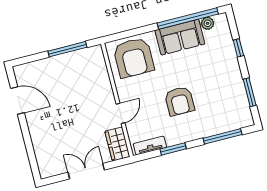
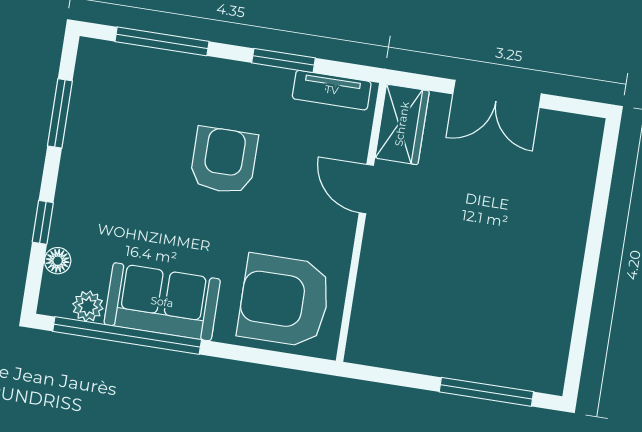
floor lamp: (226, 36) -> (58, 261), added
window: (67, 49) -> (486, 392), moved
armchair: (134, 58) -> (284, 301), turned -90
door: (17, 101) -> (582, 316), removed
door: (121, 113) -> (366, 189), hinge flipped

